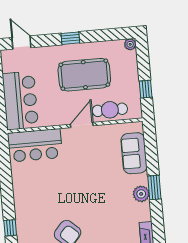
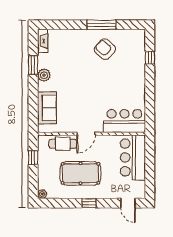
window: (154, 187) -> (33, 65), moved

